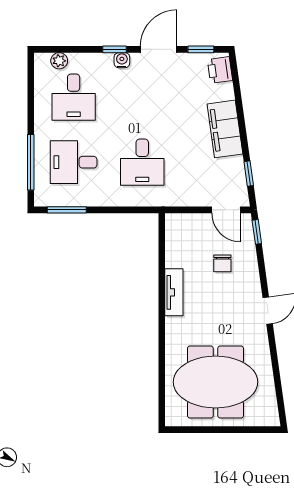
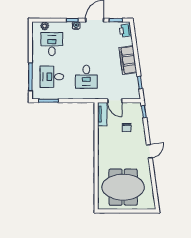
desk: (74, 97) -> (52, 44), turned 180
door: (226, 210) -> (115, 101), moved
tv unit: (174, 292) -> (102, 114), moved

